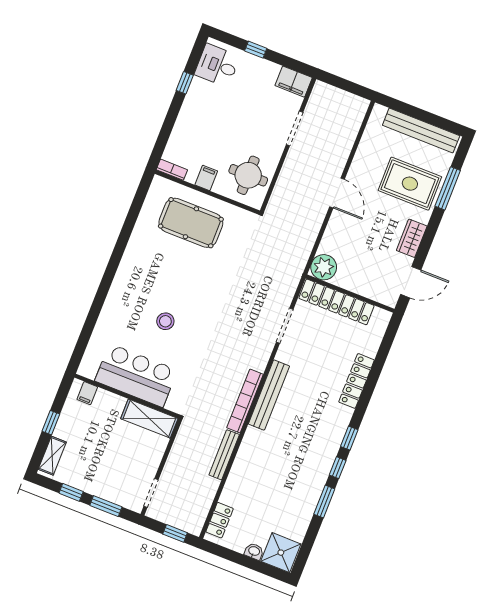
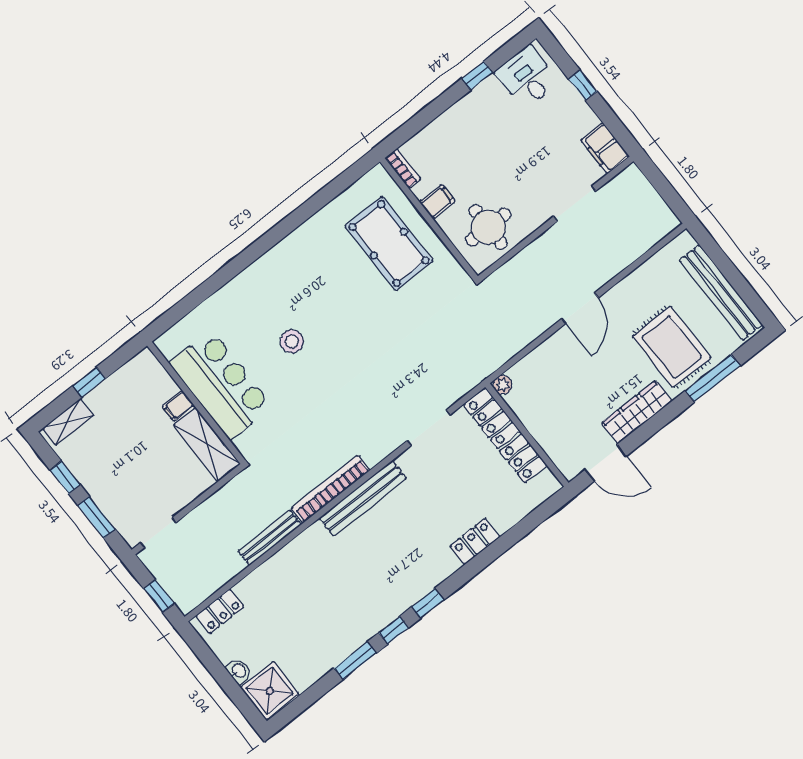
wardrobe: (412, 238) -> (637, 412), width x1.50
plant: (324, 267) -> (503, 385), width x0.53, depth x0.53
locker: (357, 381) -> (475, 541), width x0.66
filing cabinet: (87, 393) -> (178, 406), moved

